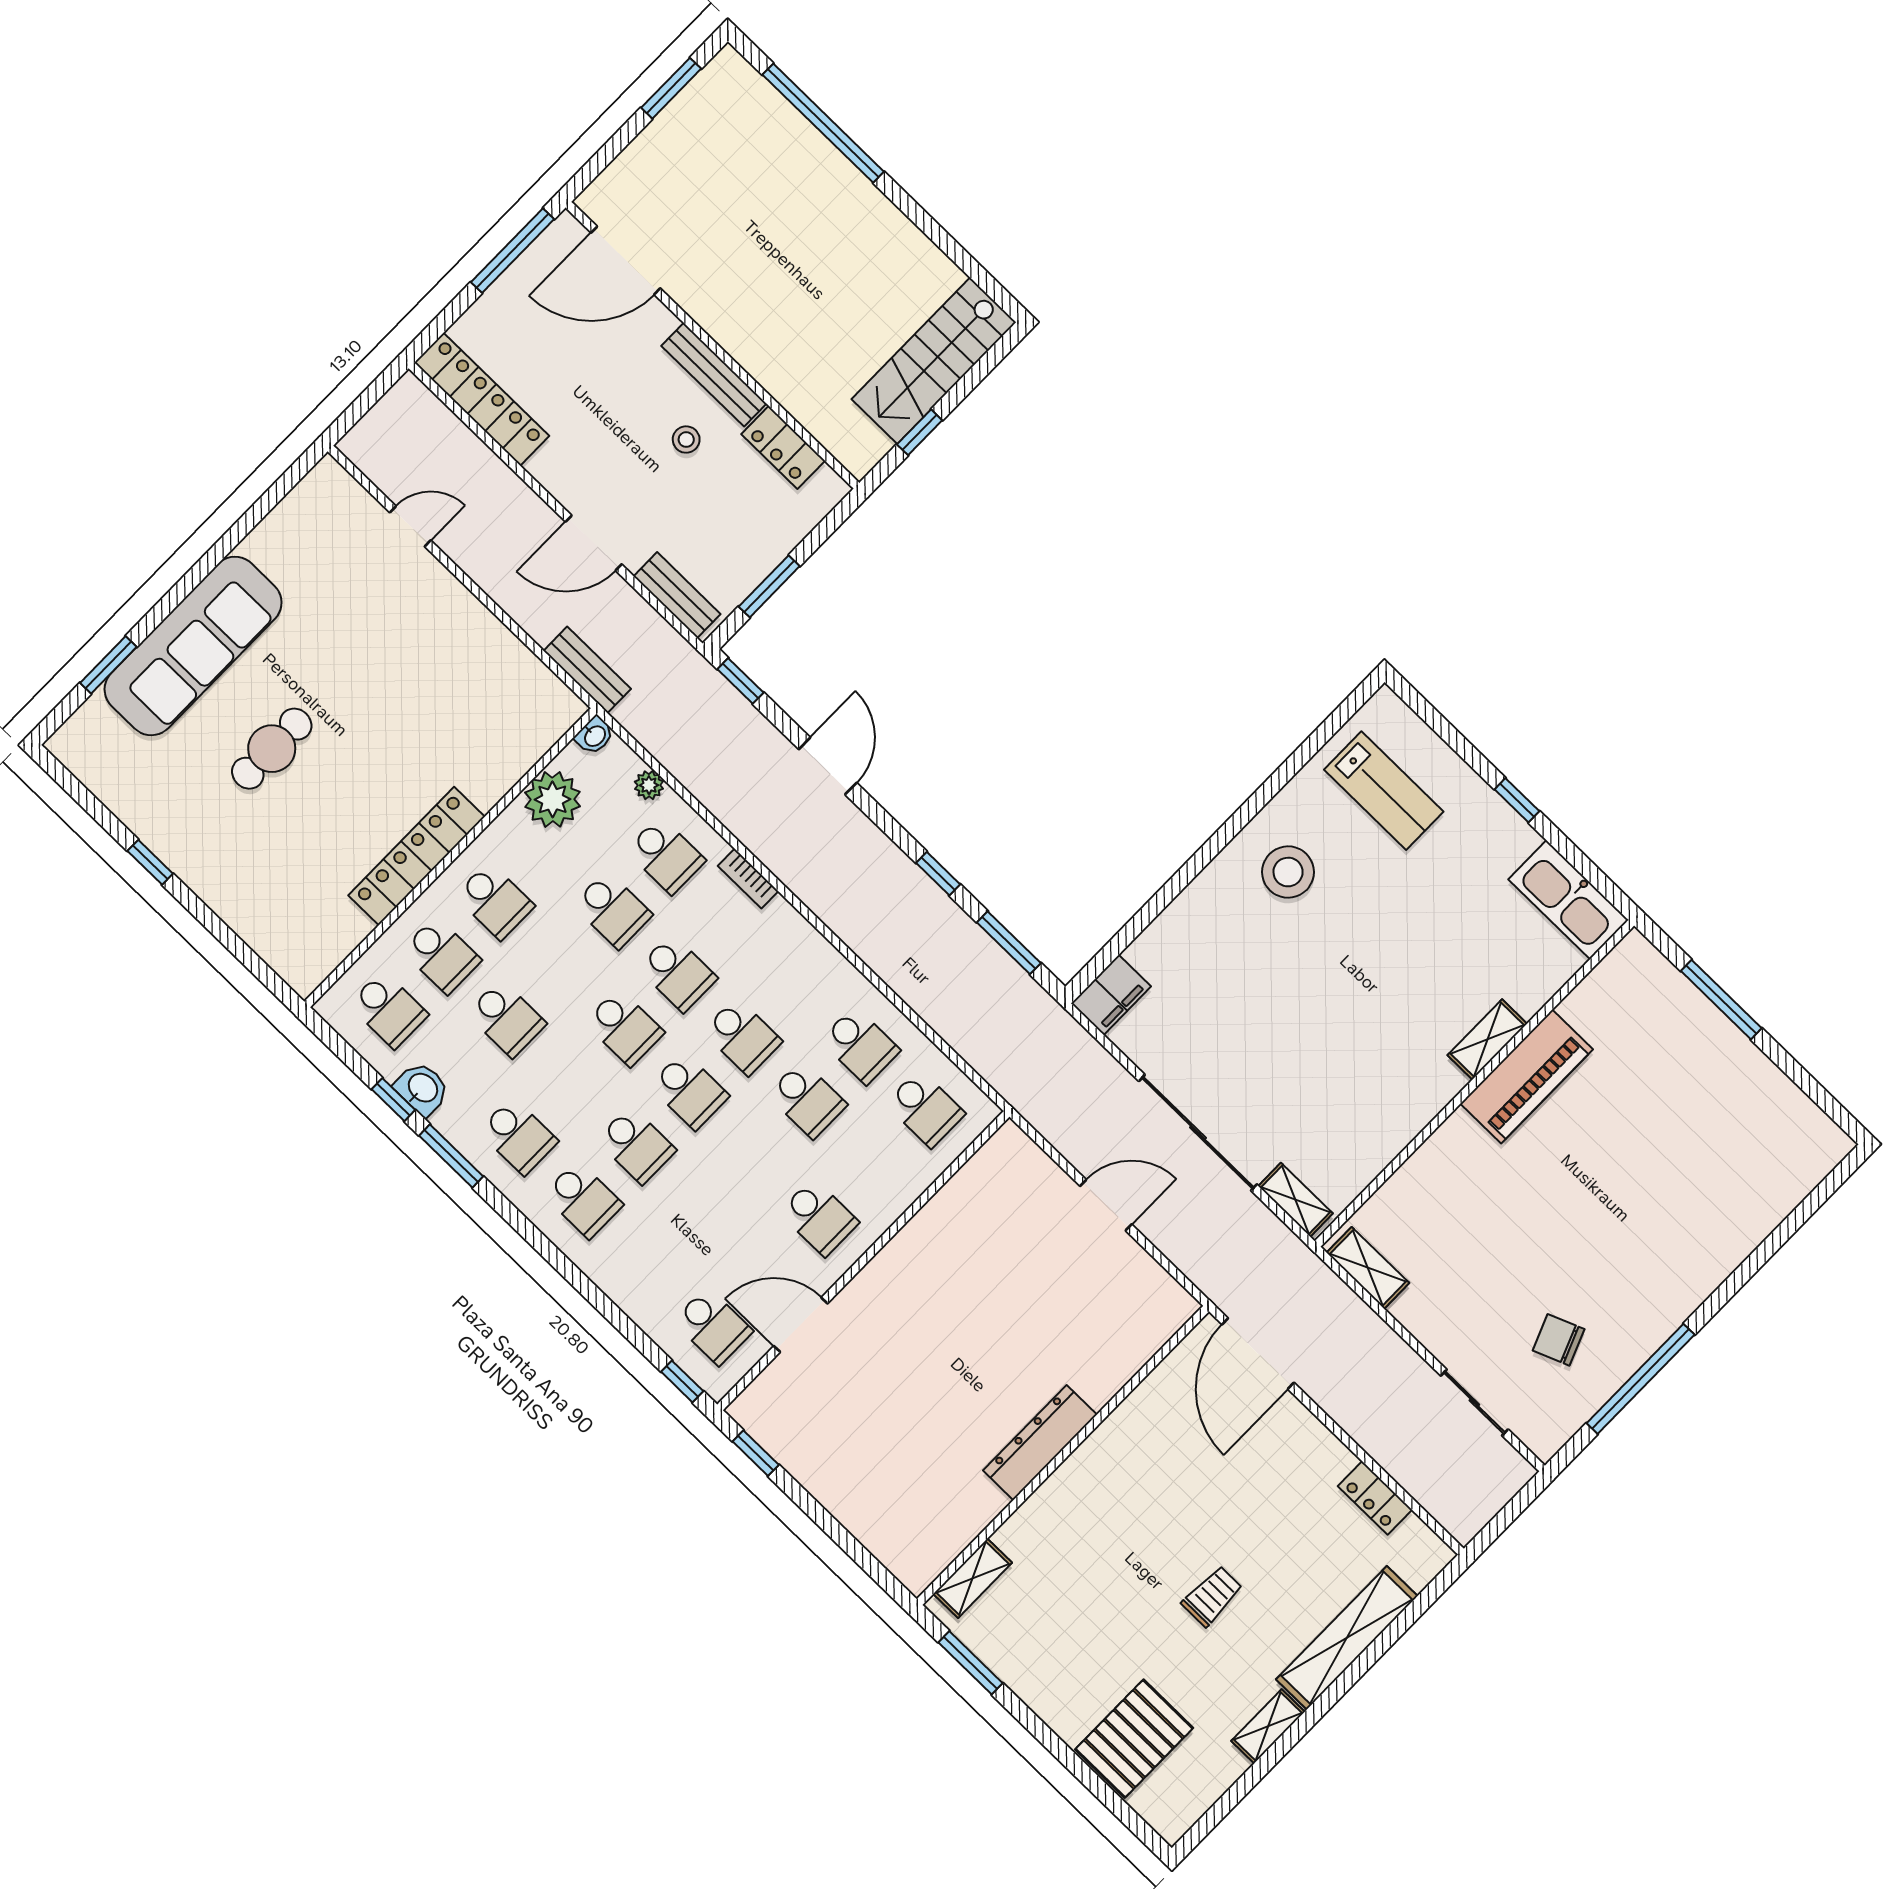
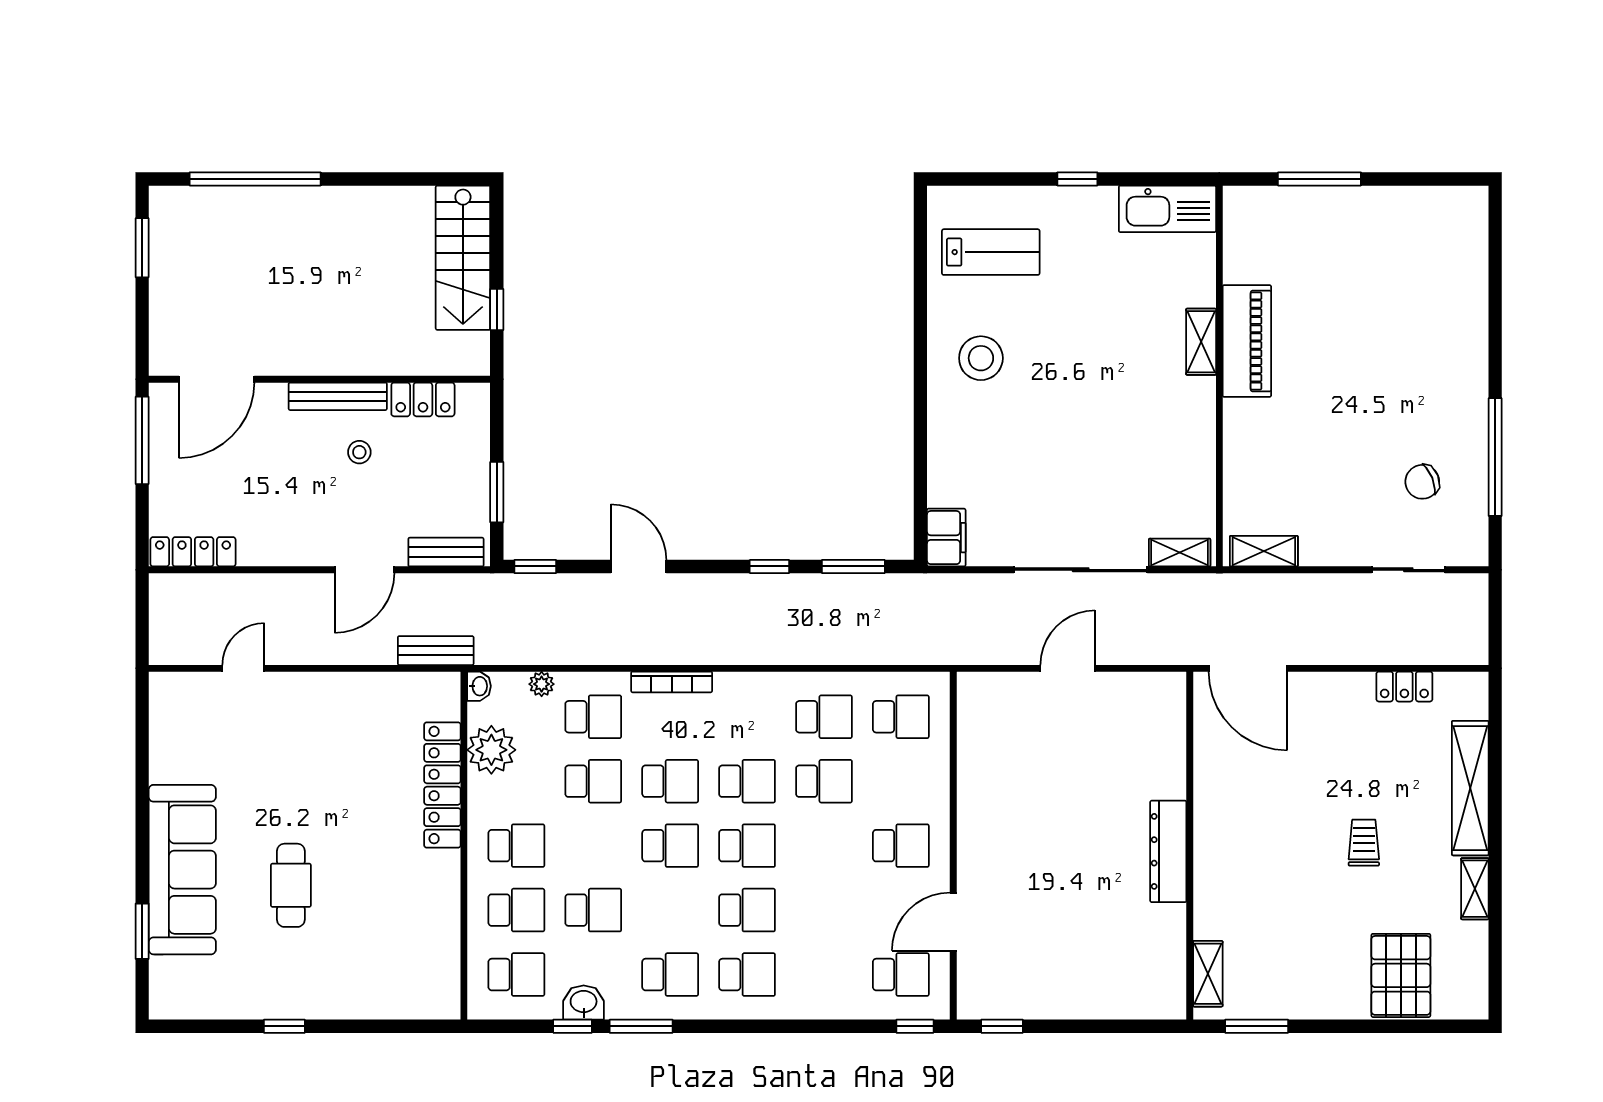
locker: (482, 399) -> (193, 552), width x0.71, depth x0.83
locker: (417, 856) -> (442, 785), moved
bookcase: (748, 879) -> (672, 682), width x1.56

